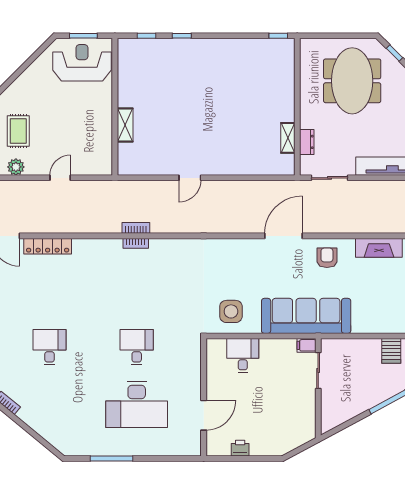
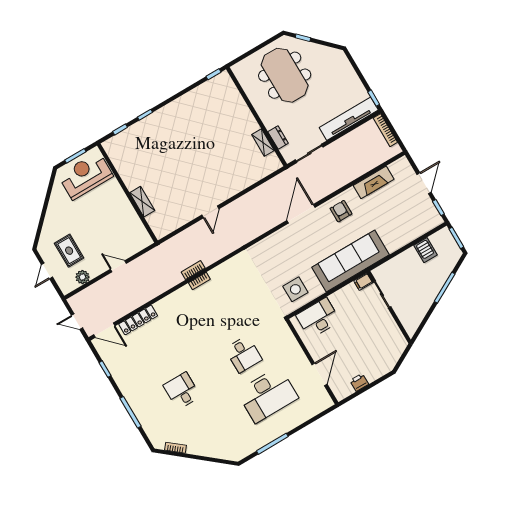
door: (60, 178) -> (118, 266), hinge flipped
desk: (137, 347) -> (244, 354), turned 180
desk: (243, 356) -> (318, 318), width x1.37

